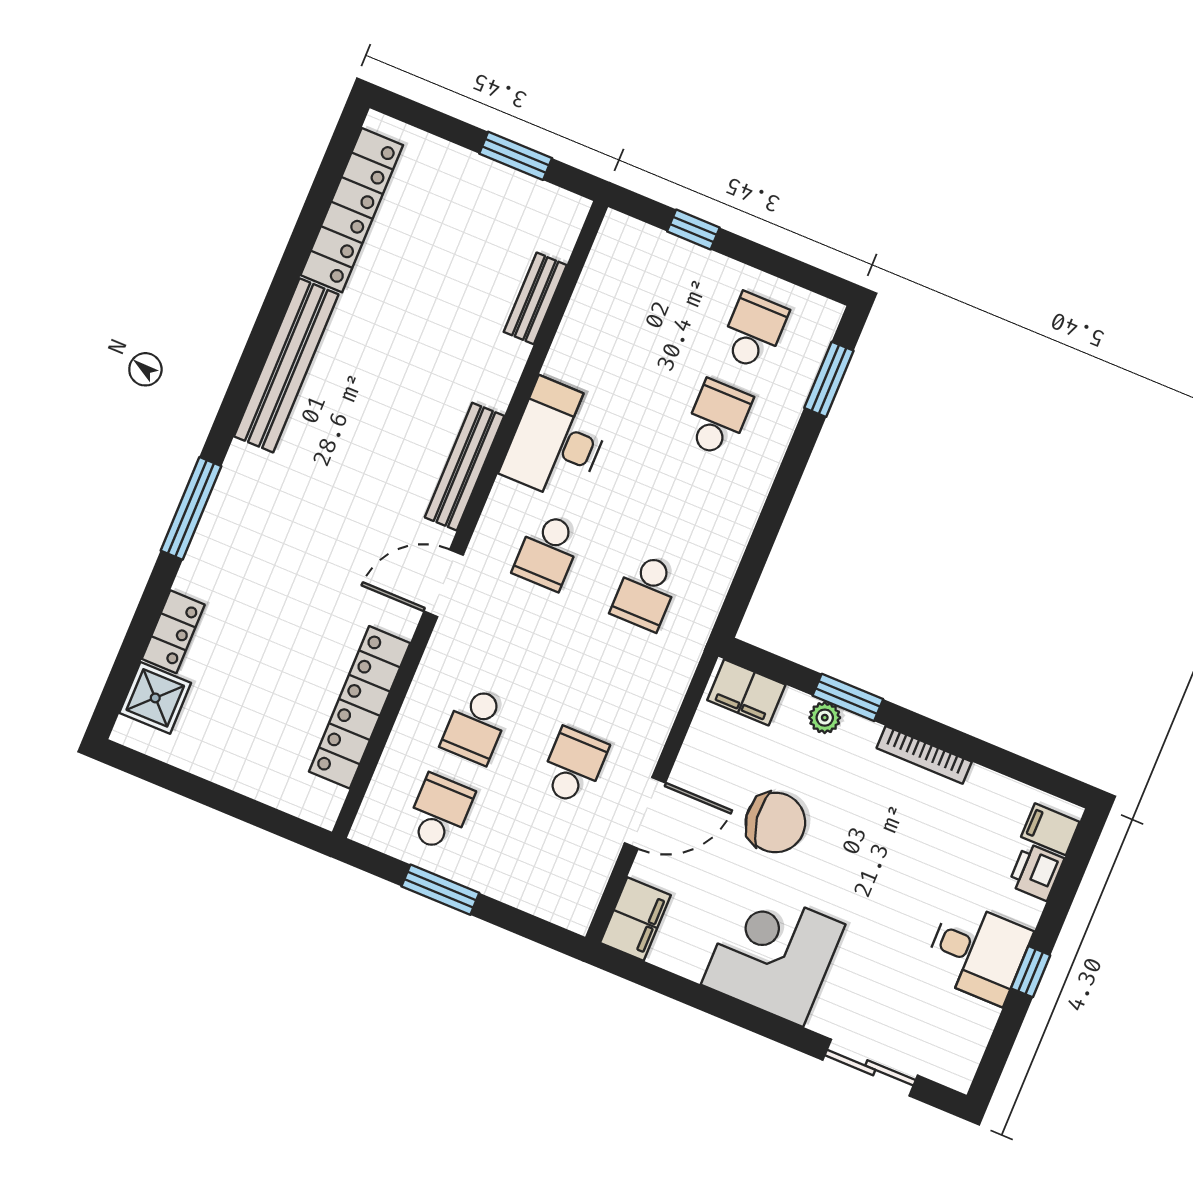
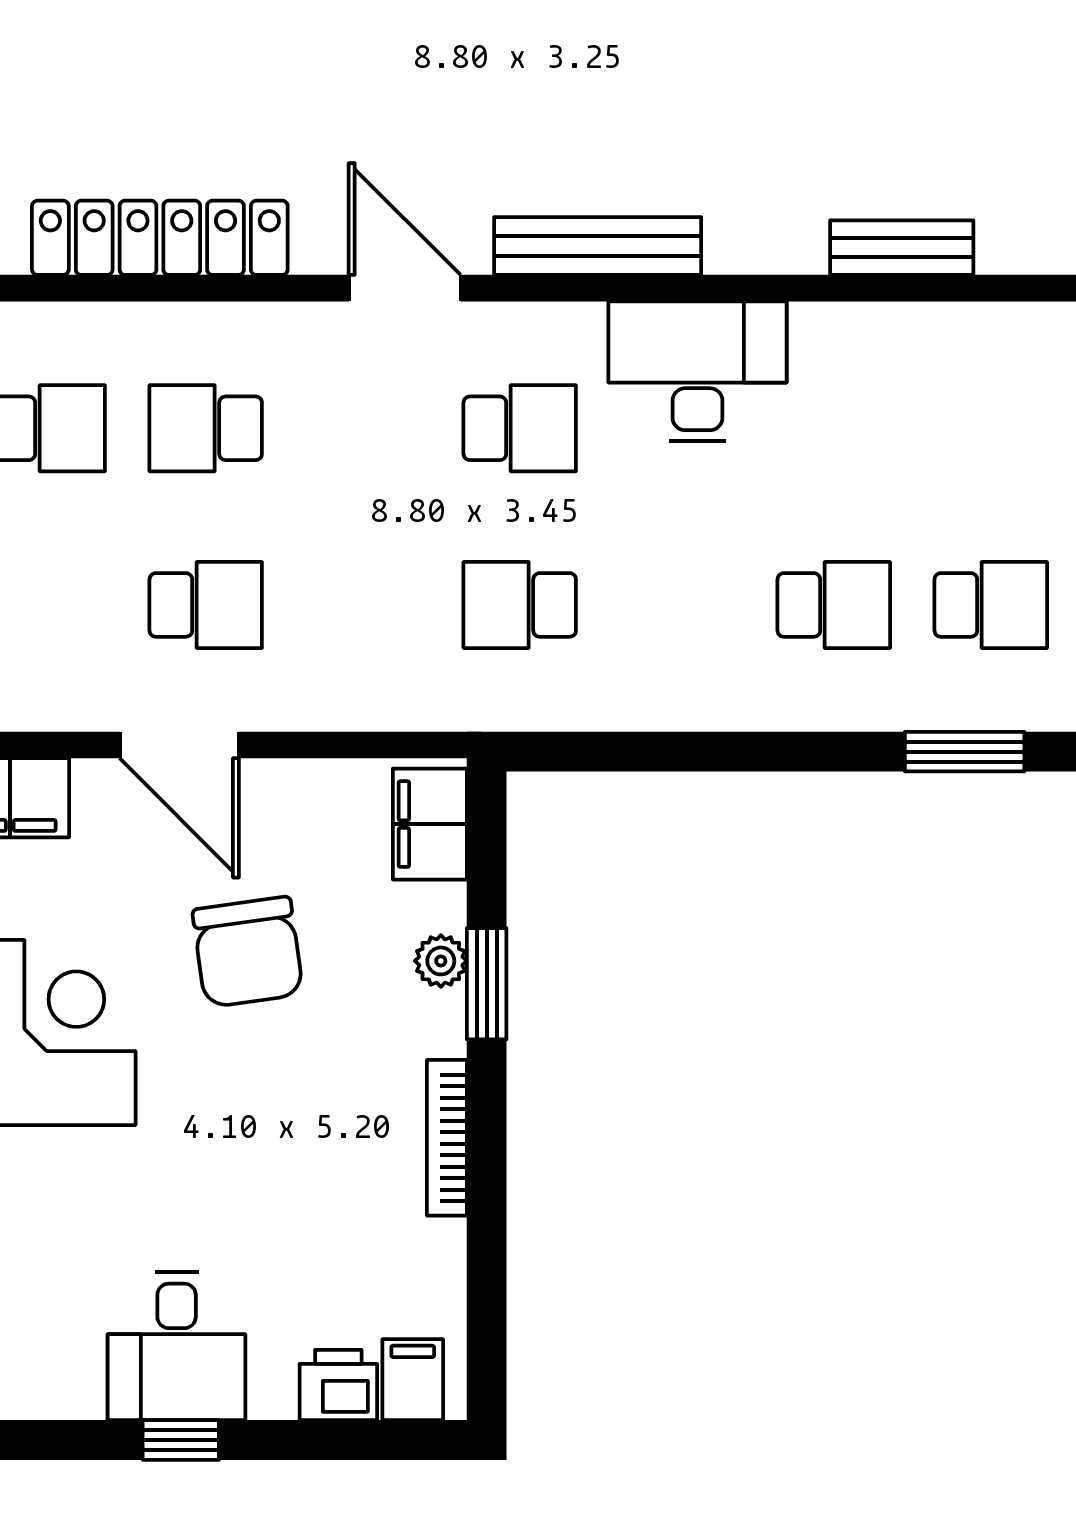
school desk: (548, 552) -> (520, 428), turned 180

